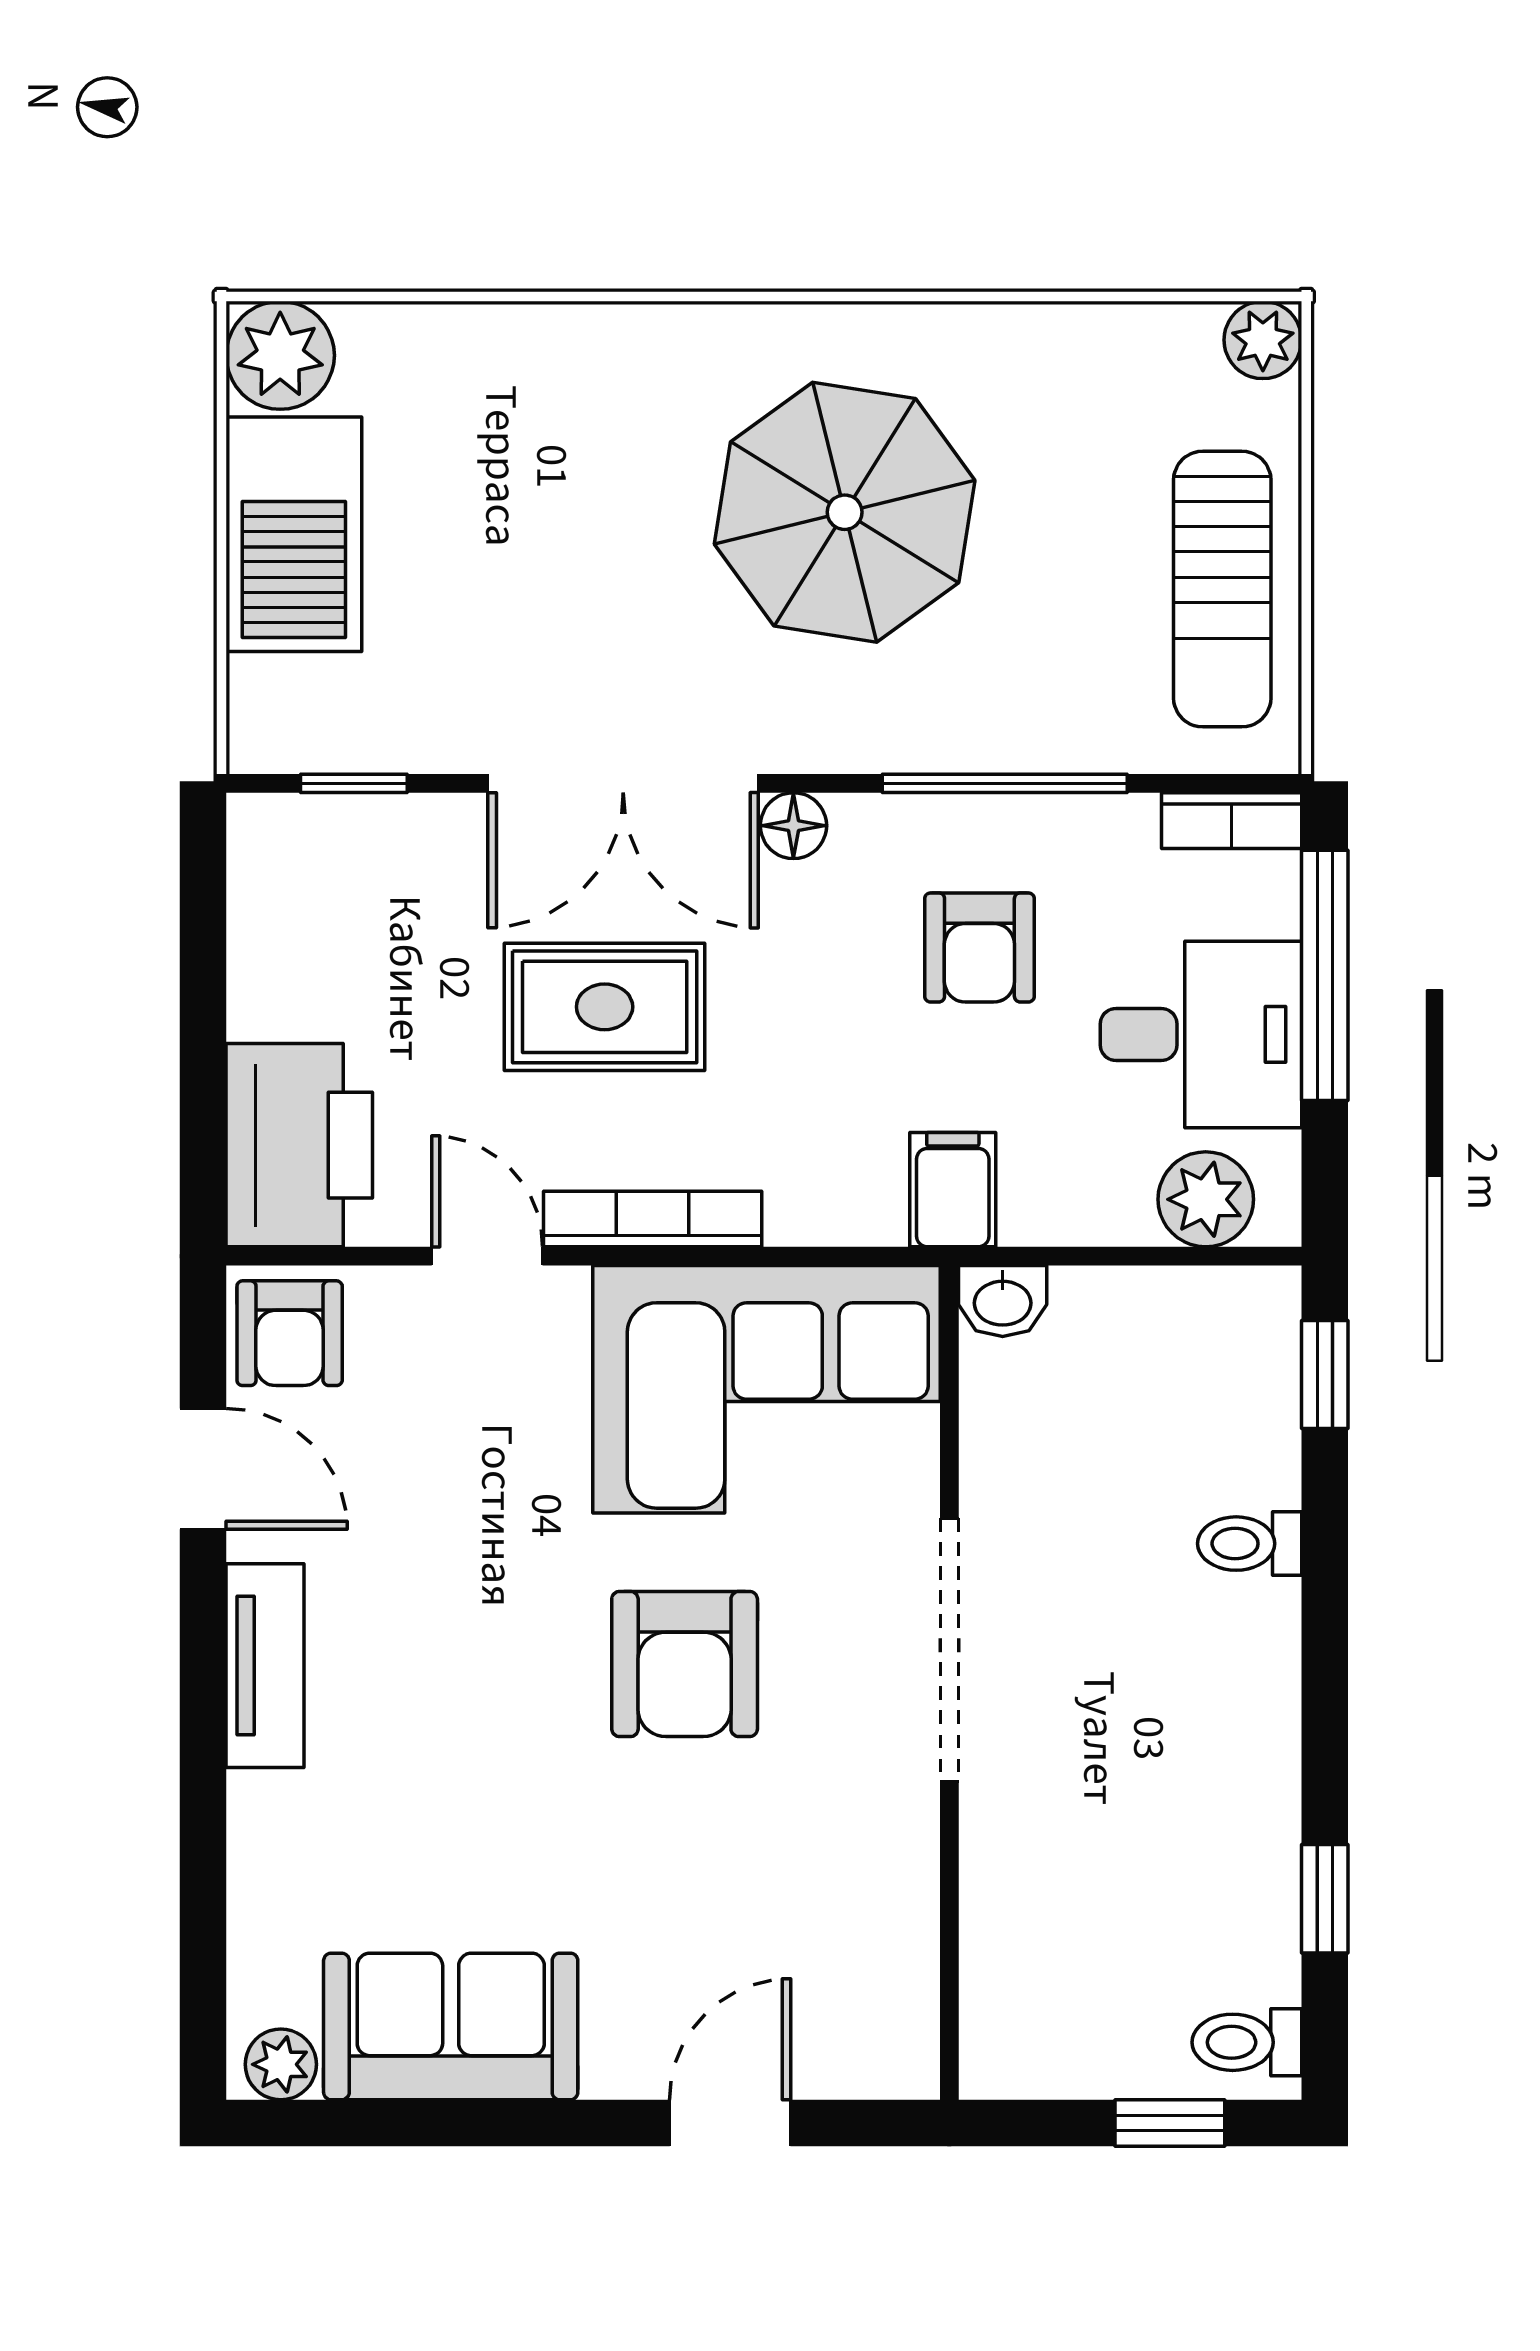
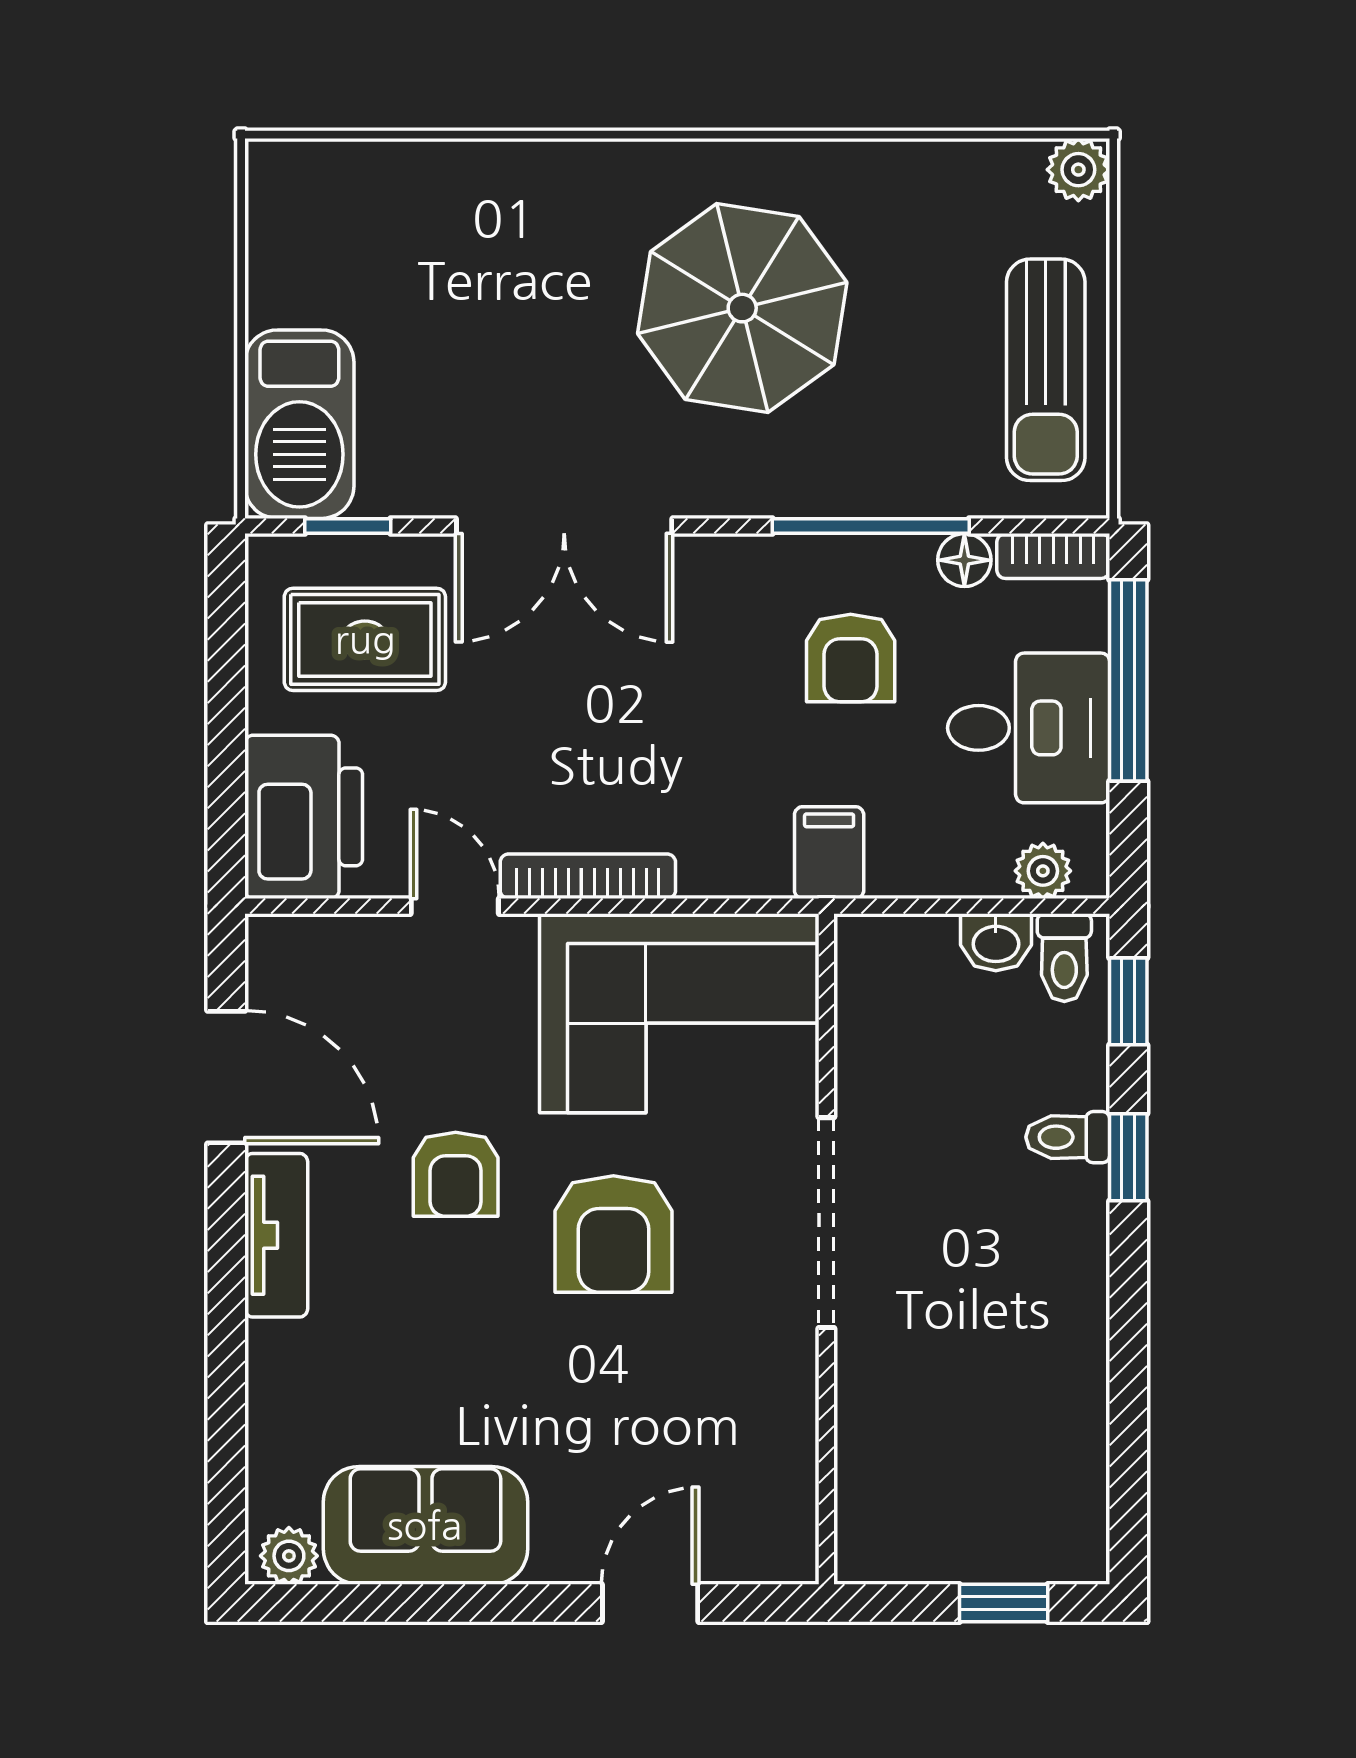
plant: (280, 355) -> (288, 182), removed
barbecue: (294, 534) -> (299, 424), moved
floor lamp: (793, 826) -> (964, 560), moved
rug: (605, 1007) -> (365, 639), moved
plant: (1206, 1199) -> (1043, 871), width x0.73, depth x0.73
washbasin: (1003, 1301) -> (996, 942), moved
armchair: (290, 1333) -> (456, 1174), moved
door: (203, 1469) -> (226, 1077), width x1.38
window: (1325, 1899) -> (1128, 1157), moved
toilet: (1247, 2042) -> (1064, 958), moved, turned -90

